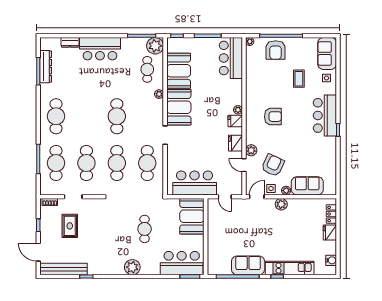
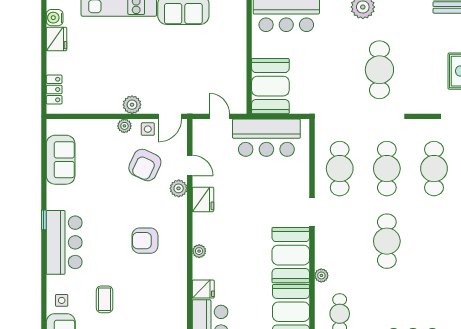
fridge: (235, 121) -> (203, 289), moved
sofa: (307, 186) -> (61, 160), moved, turned -90
cafe table: (145, 229) -> (379, 70), moved, width x1.37, depth x1.35
fridge: (330, 232) -> (57, 39), moved

